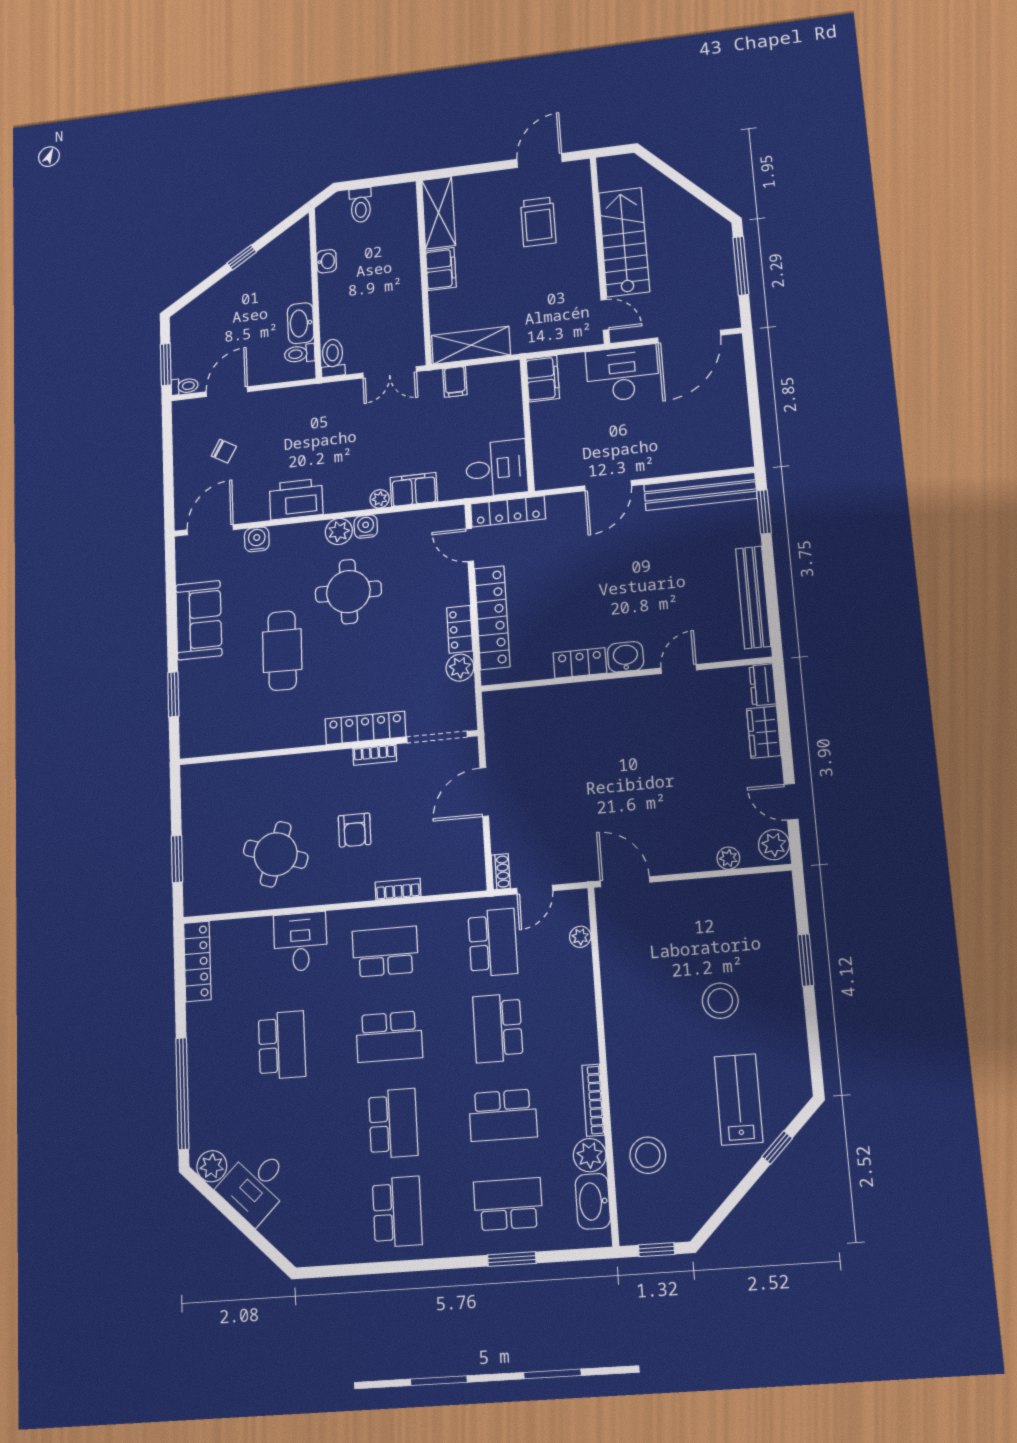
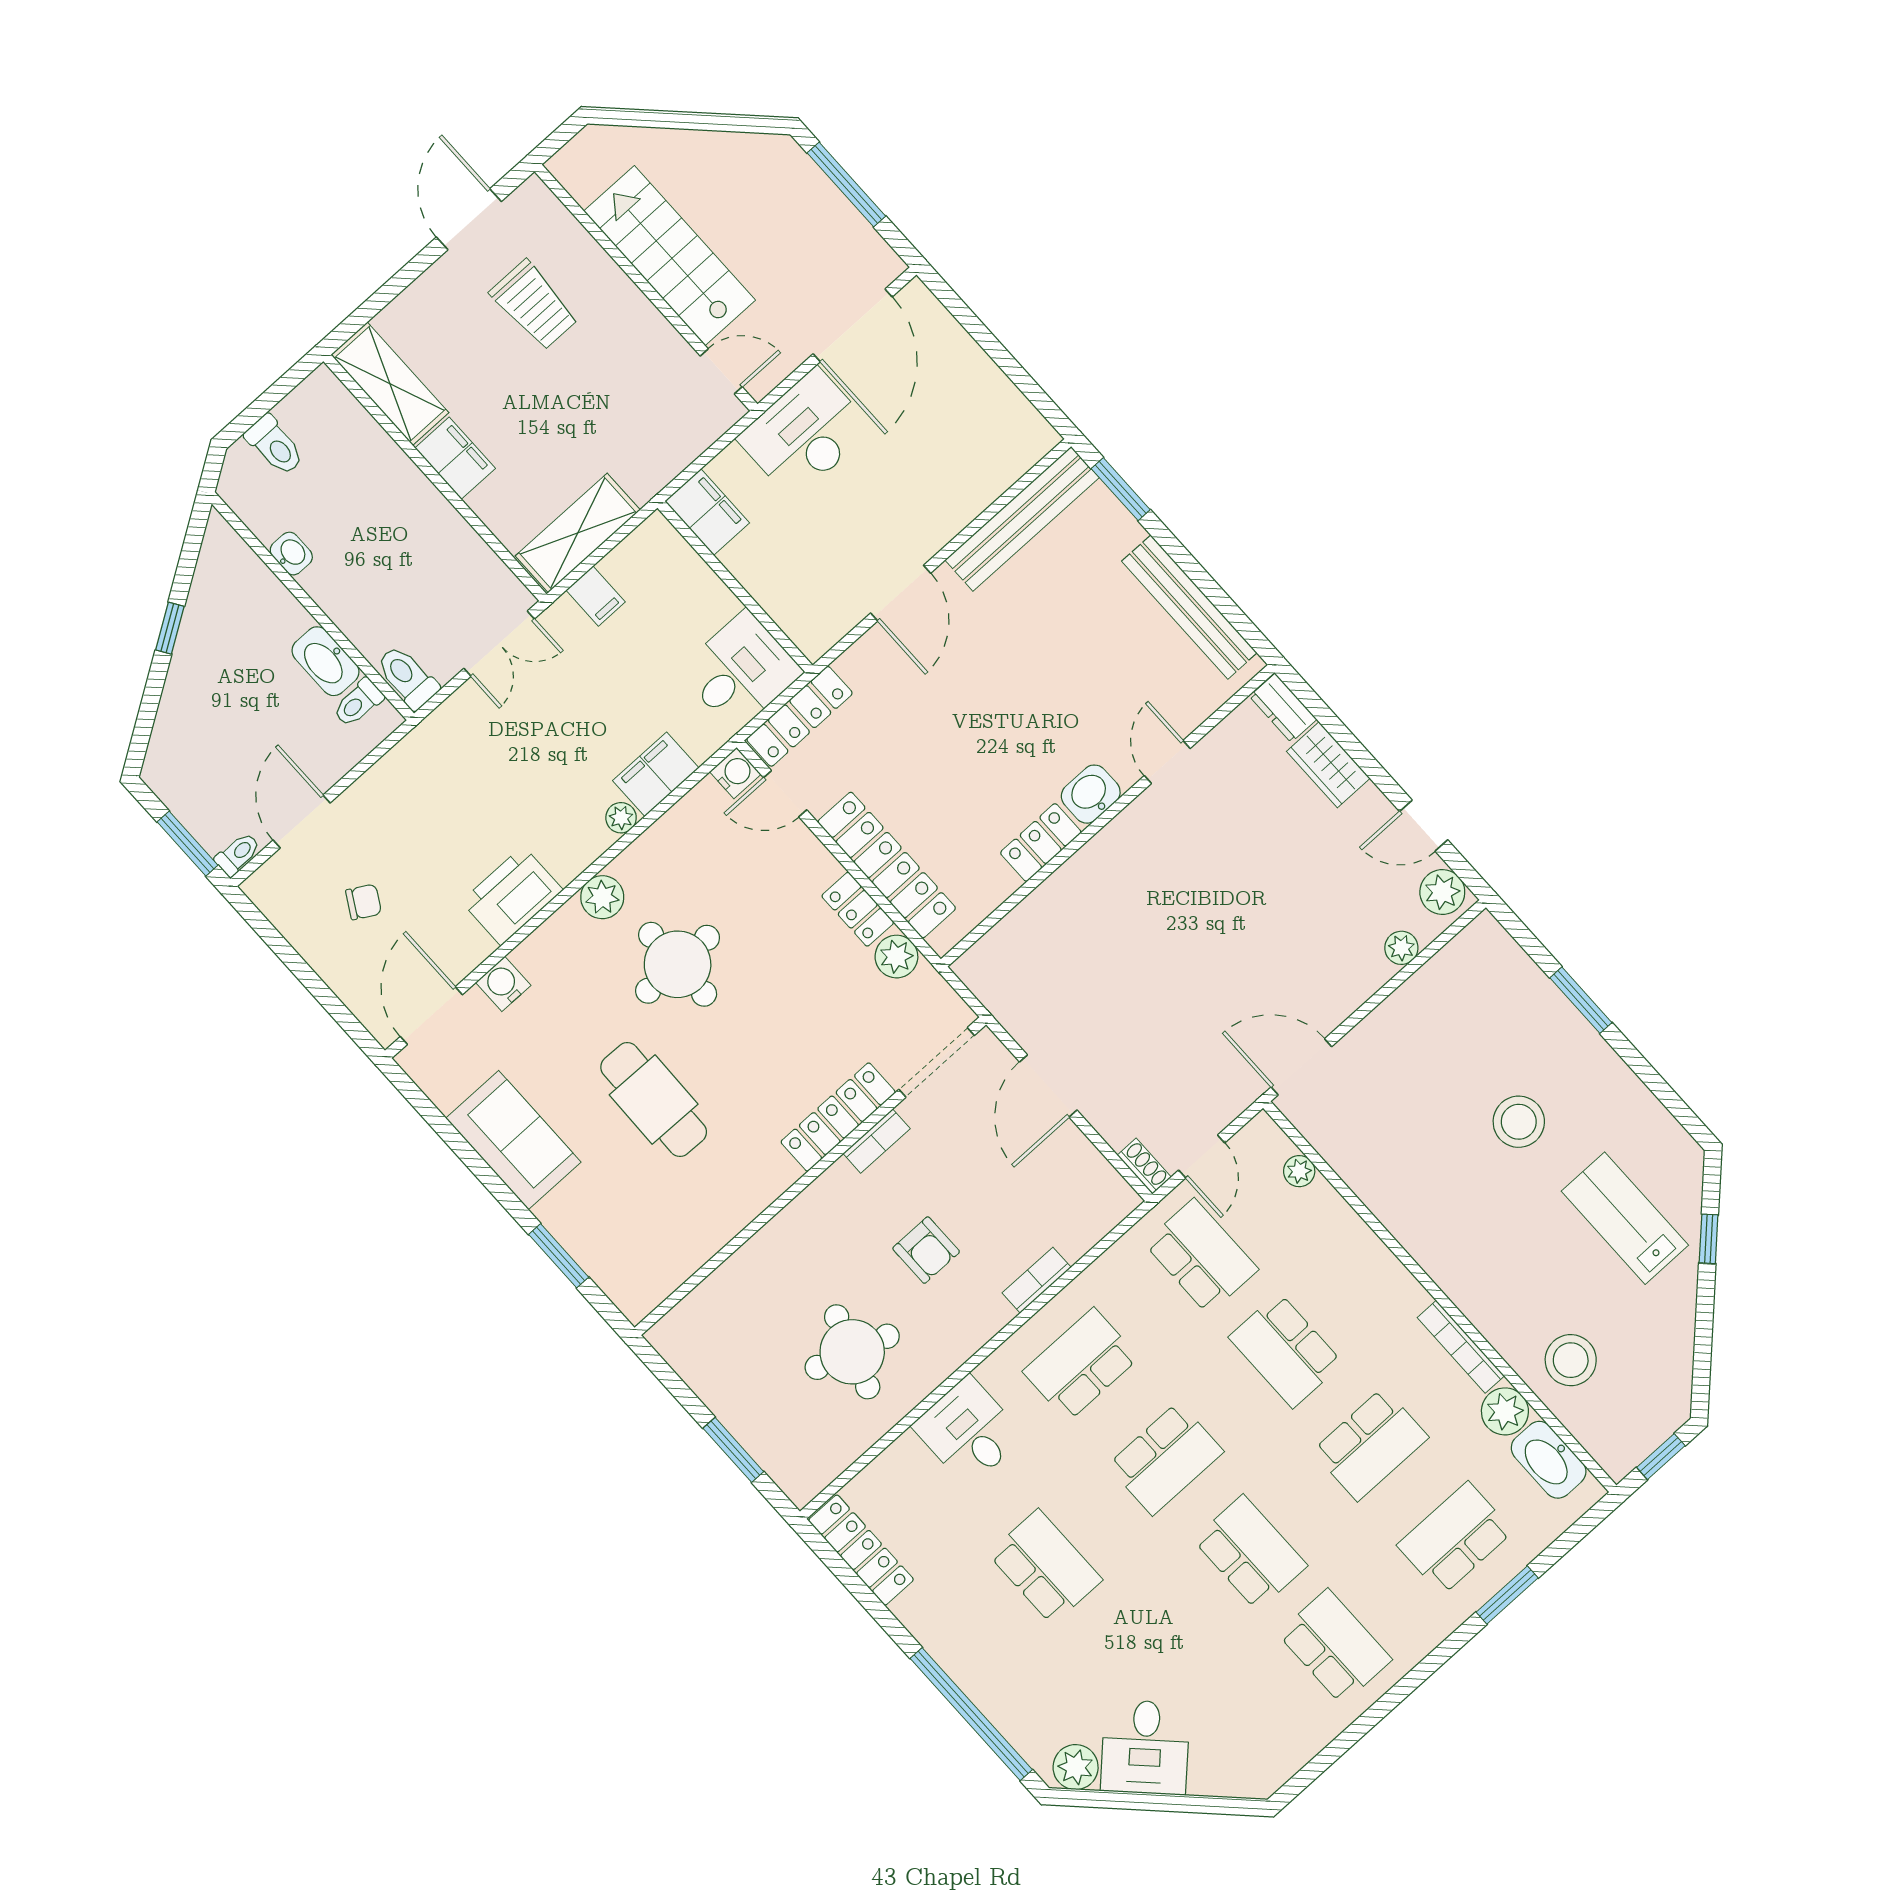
water cooler: (366, 527) -> (735, 773), moved, turned 90

